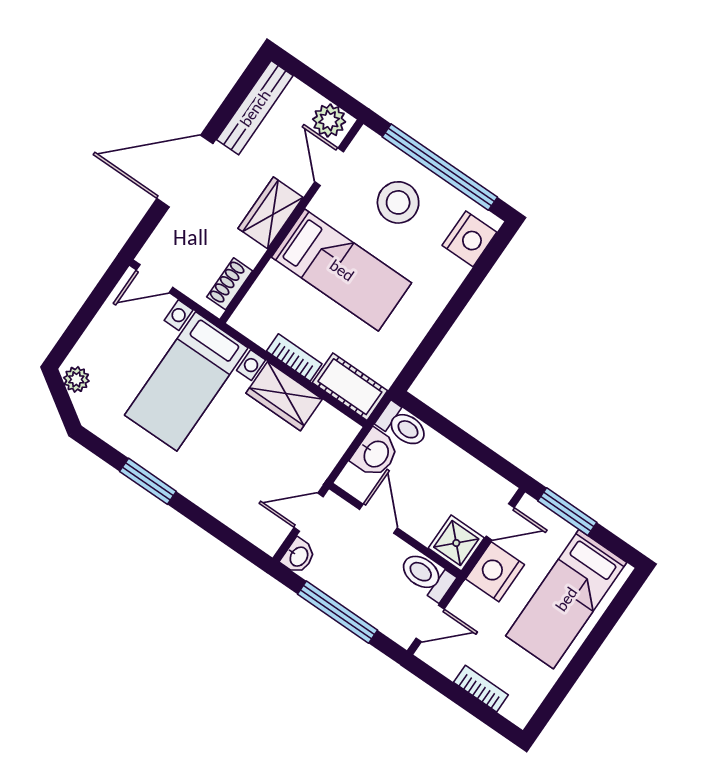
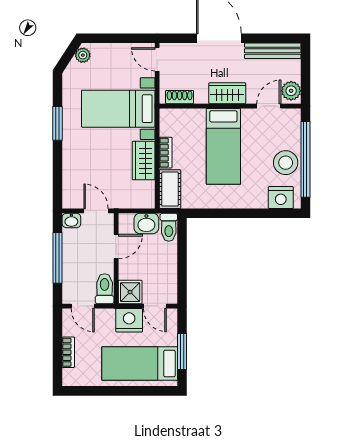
stool: (398, 202) -> (286, 163), moved
window: (567, 512) -> (182, 351), moved

